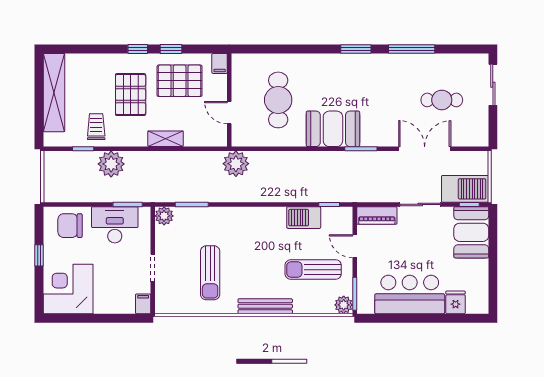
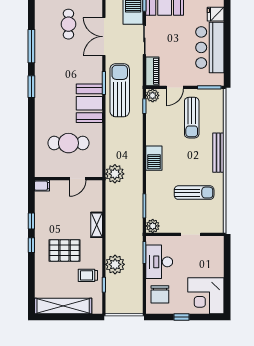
pallet: (180, 81) -> (55, 215), removed
sun lounger: (351, 170) -> (120, 90), added
barbecue: (304, 218) -> (154, 158), moved
filing cabinet: (143, 304) -> (217, 241), removed
plant: (344, 305) -> (153, 95), moved

